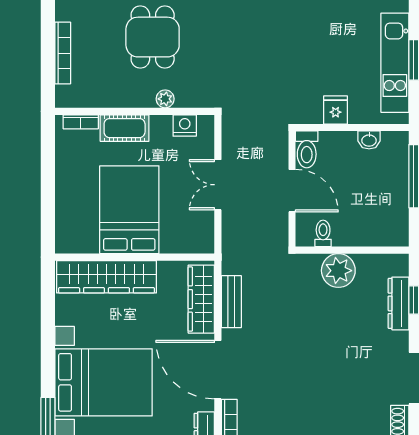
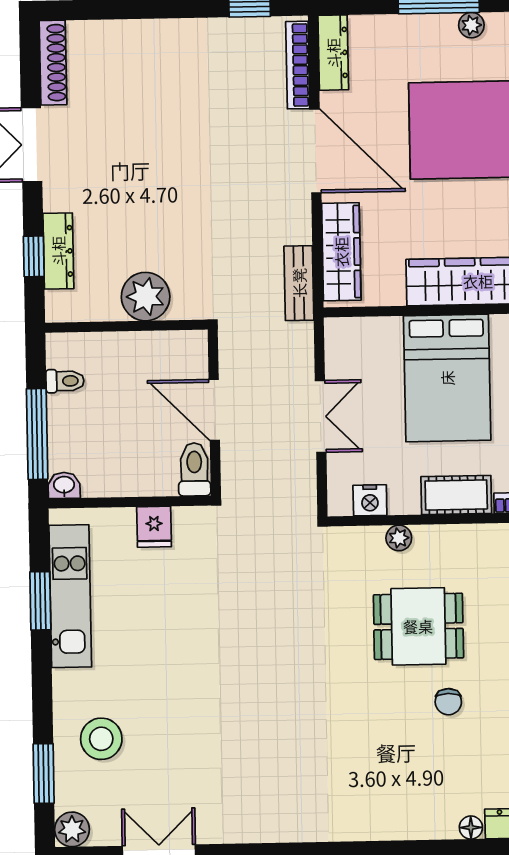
dining table: (153, 37) -> (418, 626), turned 90
washbasin: (369, 140) -> (64, 485), moved
toilet: (323, 233) -> (65, 381), moved, turned -90
bench: (231, 302) -> (299, 283), moved

